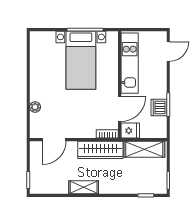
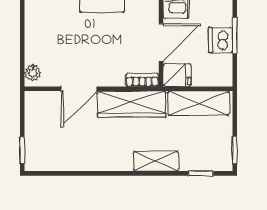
plant: (35, 107) -> (33, 73), moved
door: (54, 140) -> (79, 89), moved
shelving: (84, 187) -> (156, 161), moved

